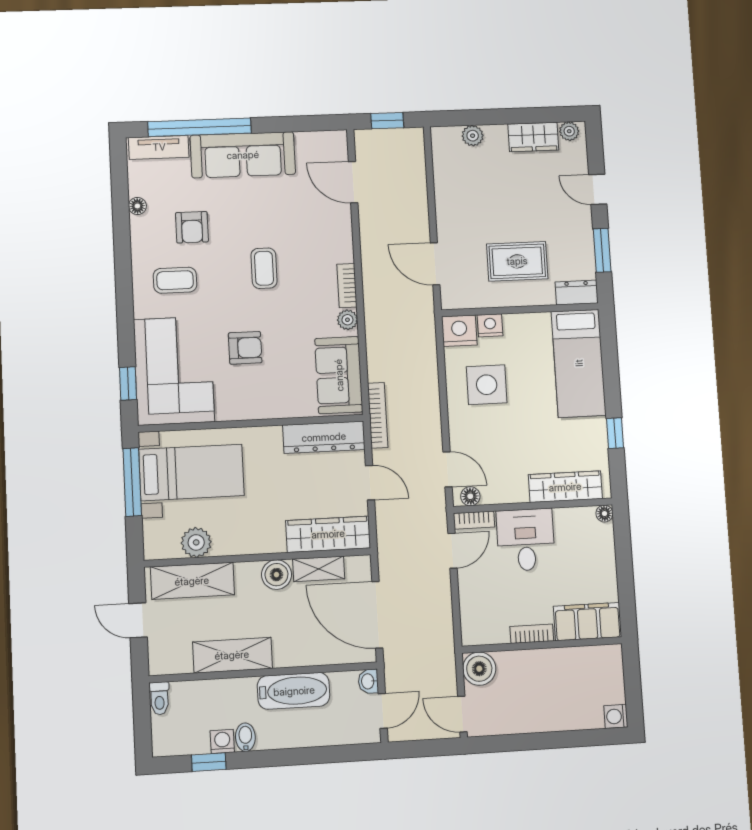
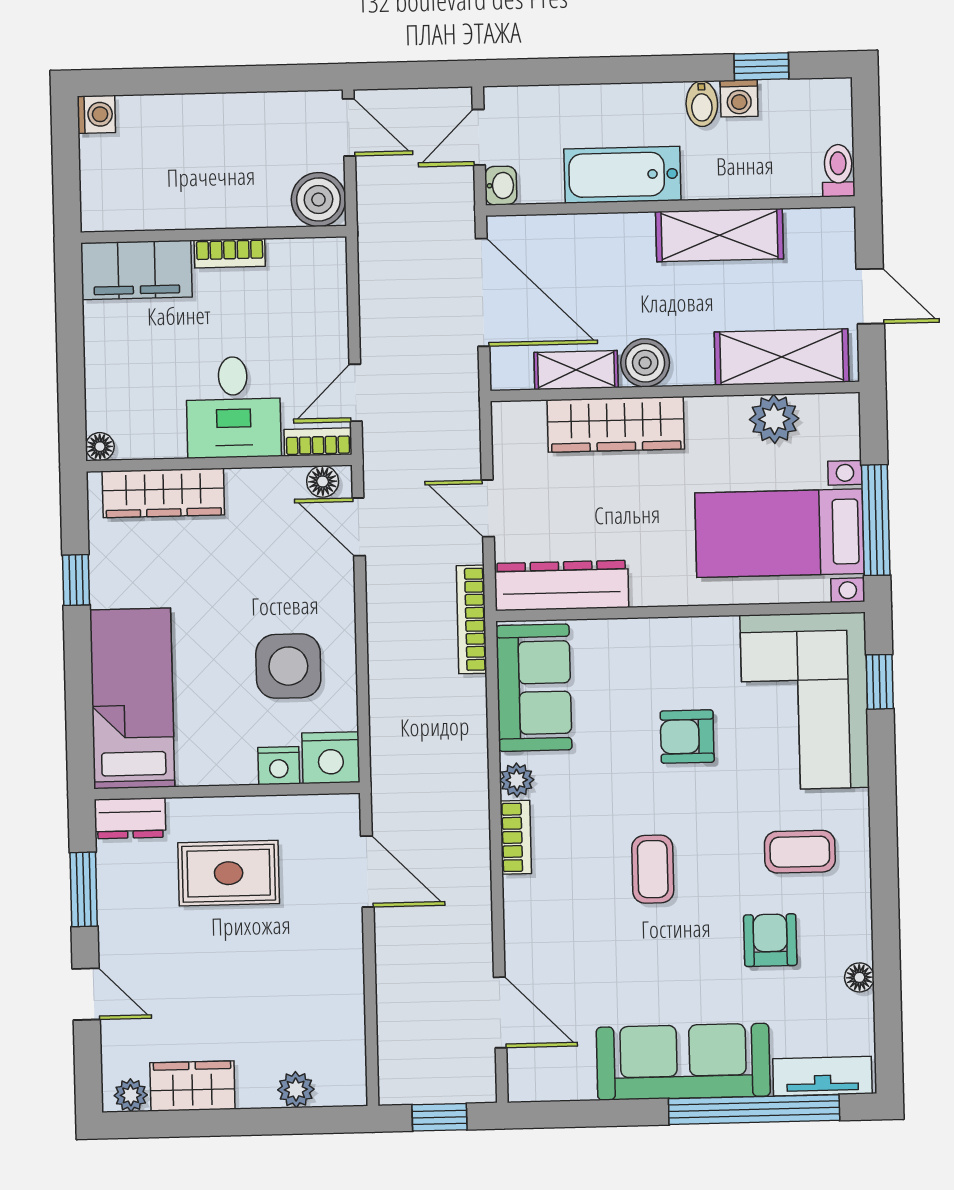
wardrobe: (328, 534) -> (616, 424), moved

